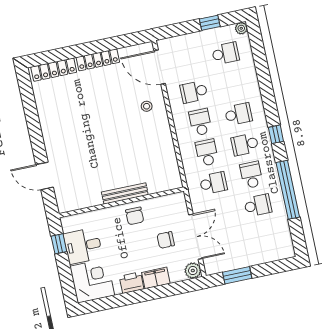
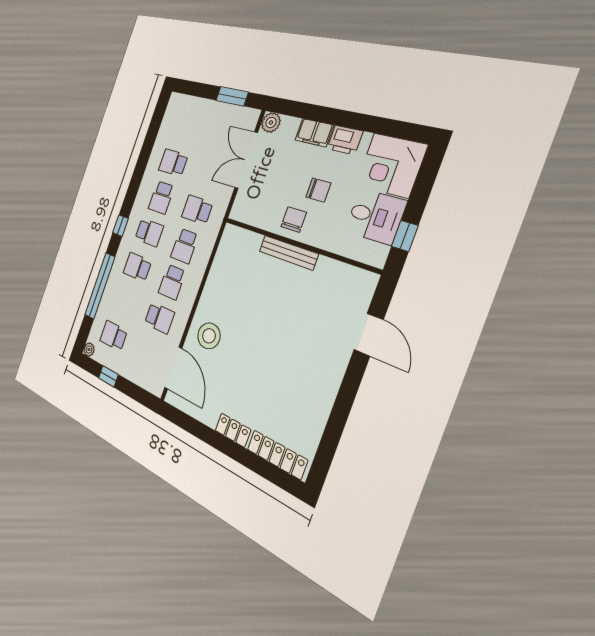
locker: (98, 60) -> (233, 430), width x0.66
stool: (147, 106) -> (209, 336), width x1.89, depth x1.89
window: (288, 190) -> (100, 286), moved
chair: (166, 240) -> (318, 190), moved

